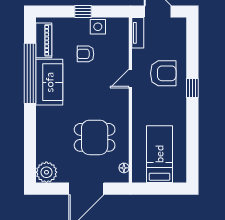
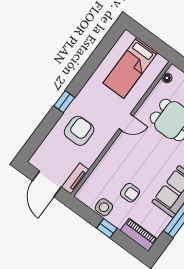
piano: (44, 40) -> (139, 235), moved, turned 90
armchair: (163, 73) -> (79, 131), turned 90
door: (130, 78) -> (126, 122), moved

